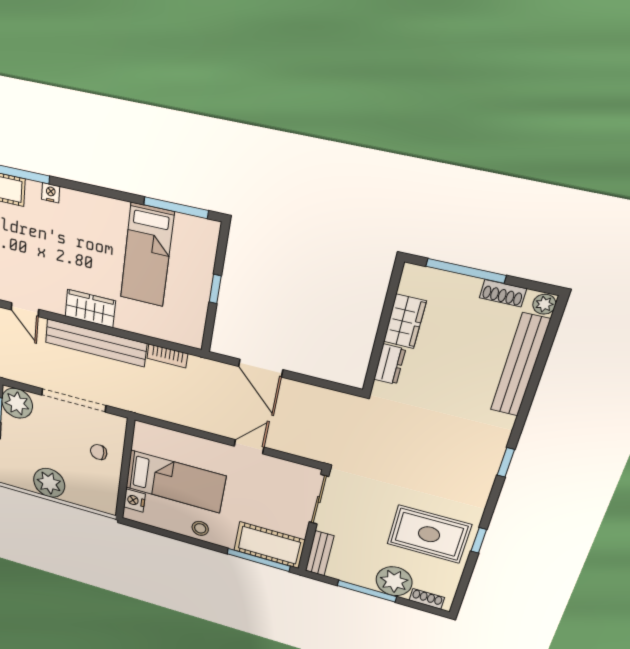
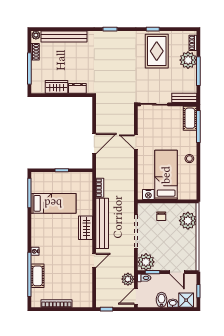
plant: (49, 483) -> (188, 221), moved
nightstand: (134, 500) -> (148, 195), moved
cot: (269, 545) -> (190, 118), width x0.73, depth x0.75

